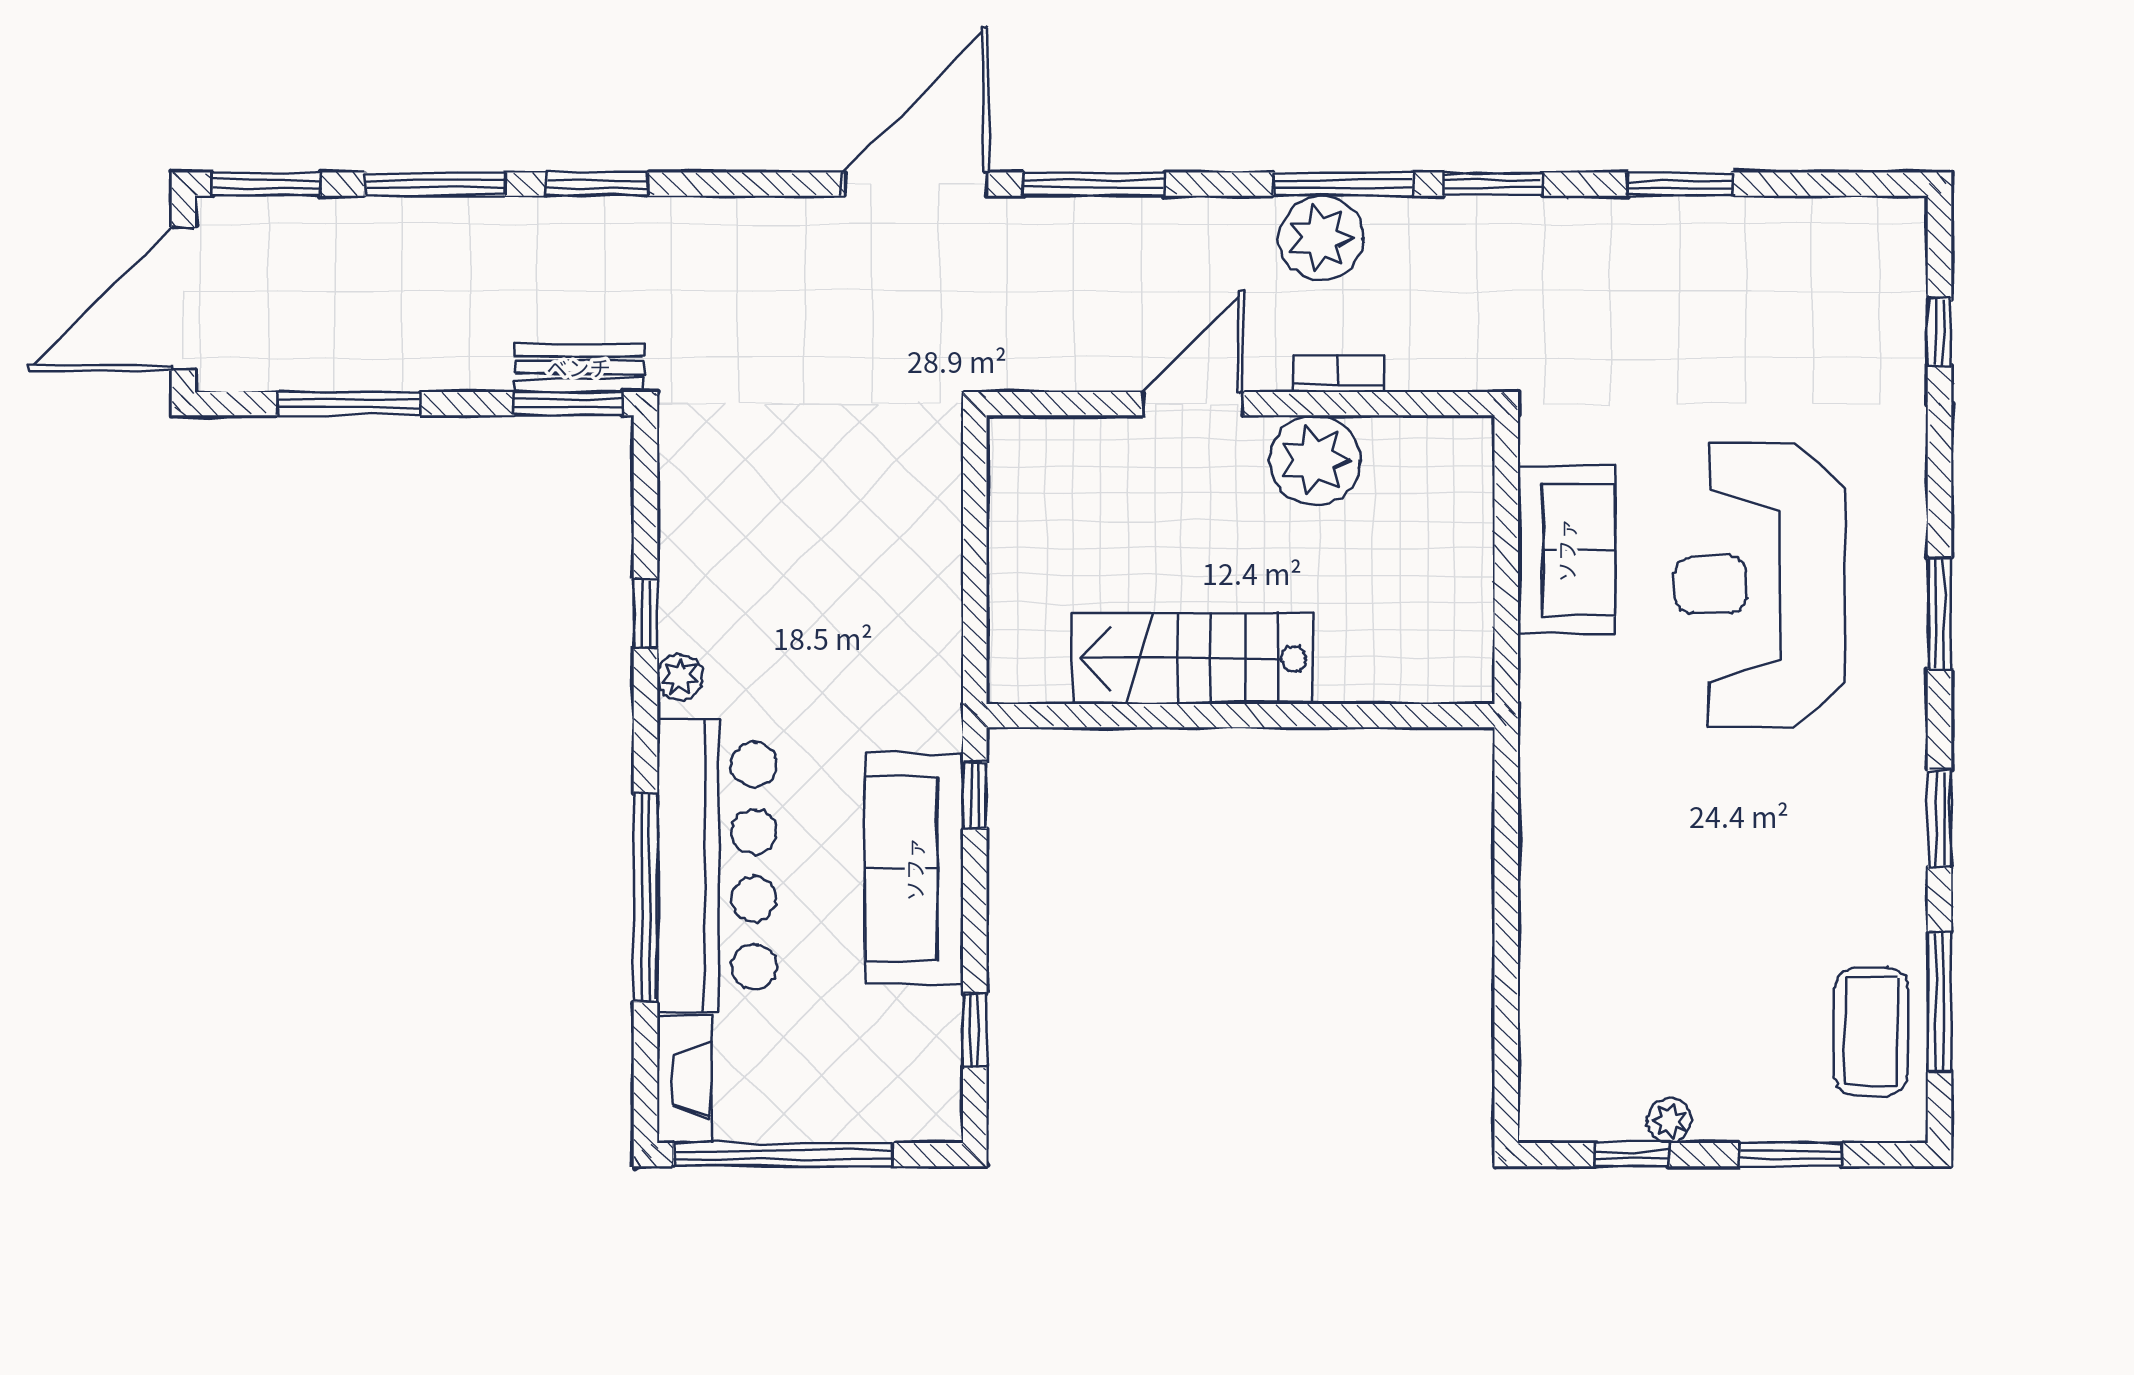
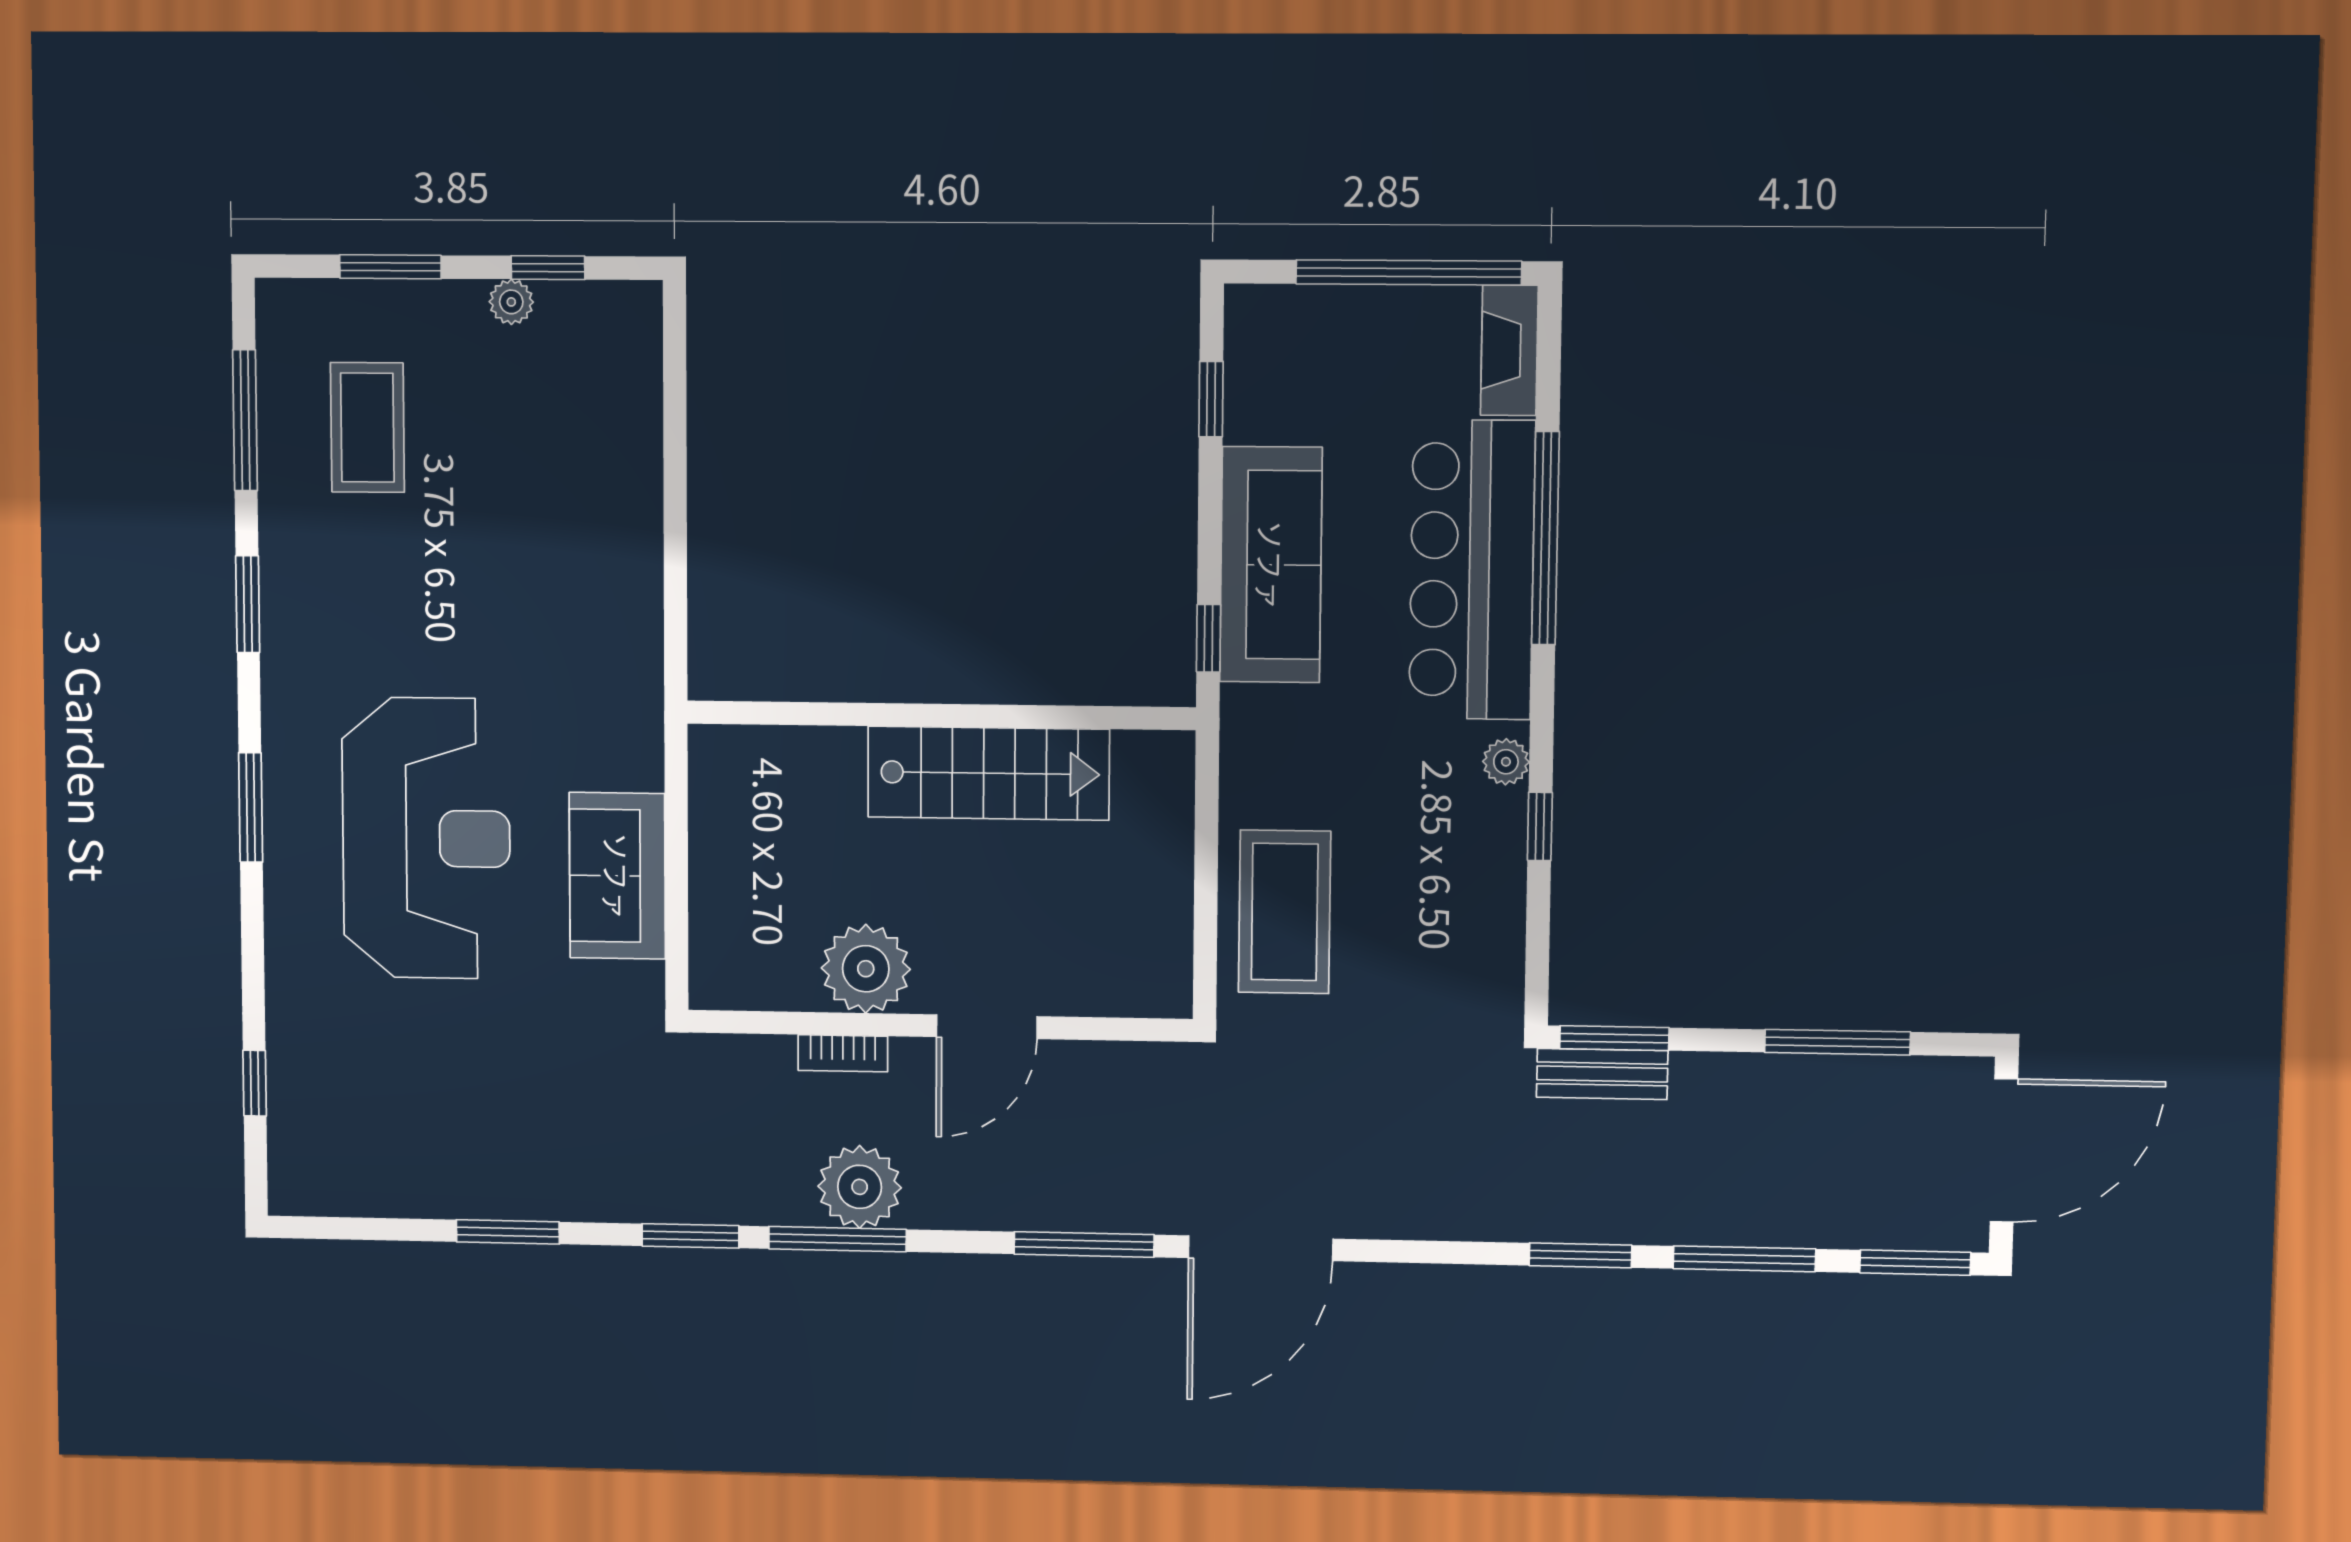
coffee table: (896, 524) -> (1285, 912), added
coffee table: (1871, 1032) -> (367, 428), moved

